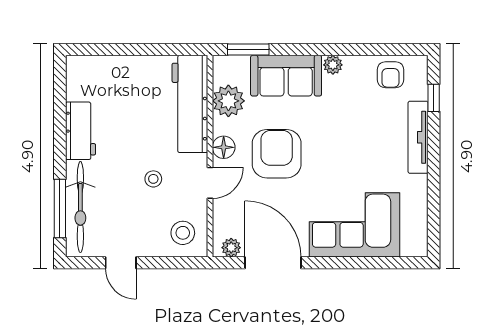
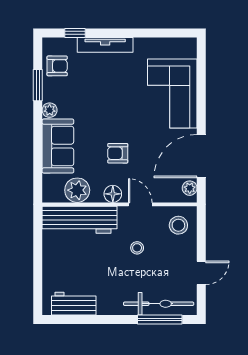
window: (248, 50) -> (38, 85), moved
workbench: (80, 131) -> (74, 304), moved
armchair: (277, 154) -> (118, 153), width x0.53, depth x0.53

